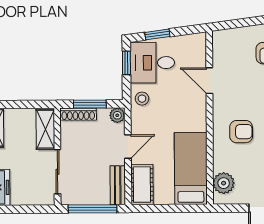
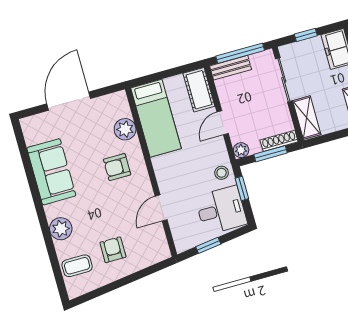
window: (157, 34) -> (208, 245), moved
window: (126, 63) -> (242, 188), moved
door: (209, 81) -> (161, 208), swing flipped
plant: (224, 183) -> (125, 129), moved
bench: (118, 185) -> (231, 68), moved, turned 90
window: (25, 209) -> (306, 35), added

